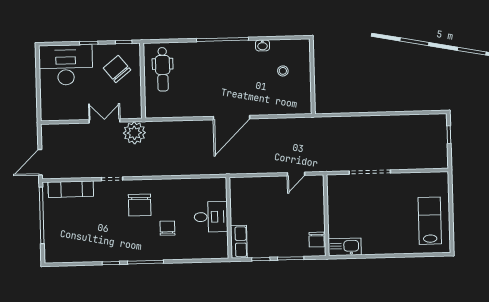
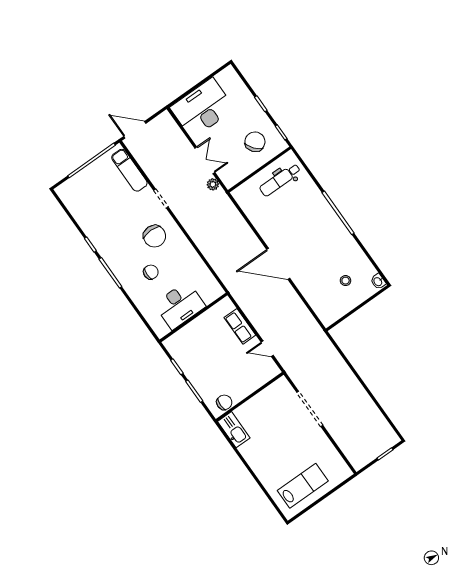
washbasin: (262, 45) -> (378, 281), moved
desk: (66, 65) -> (202, 108), moved, turned -90
plant: (134, 133) -> (213, 184), width x0.53, depth x0.53
chair: (140, 205) -> (155, 236), turned -90
desk: (211, 217) -> (180, 305), width x1.37
chair: (317, 240) -> (224, 402), turned 180
row of seats: (239, 242) -> (240, 326), moved, turned 90

